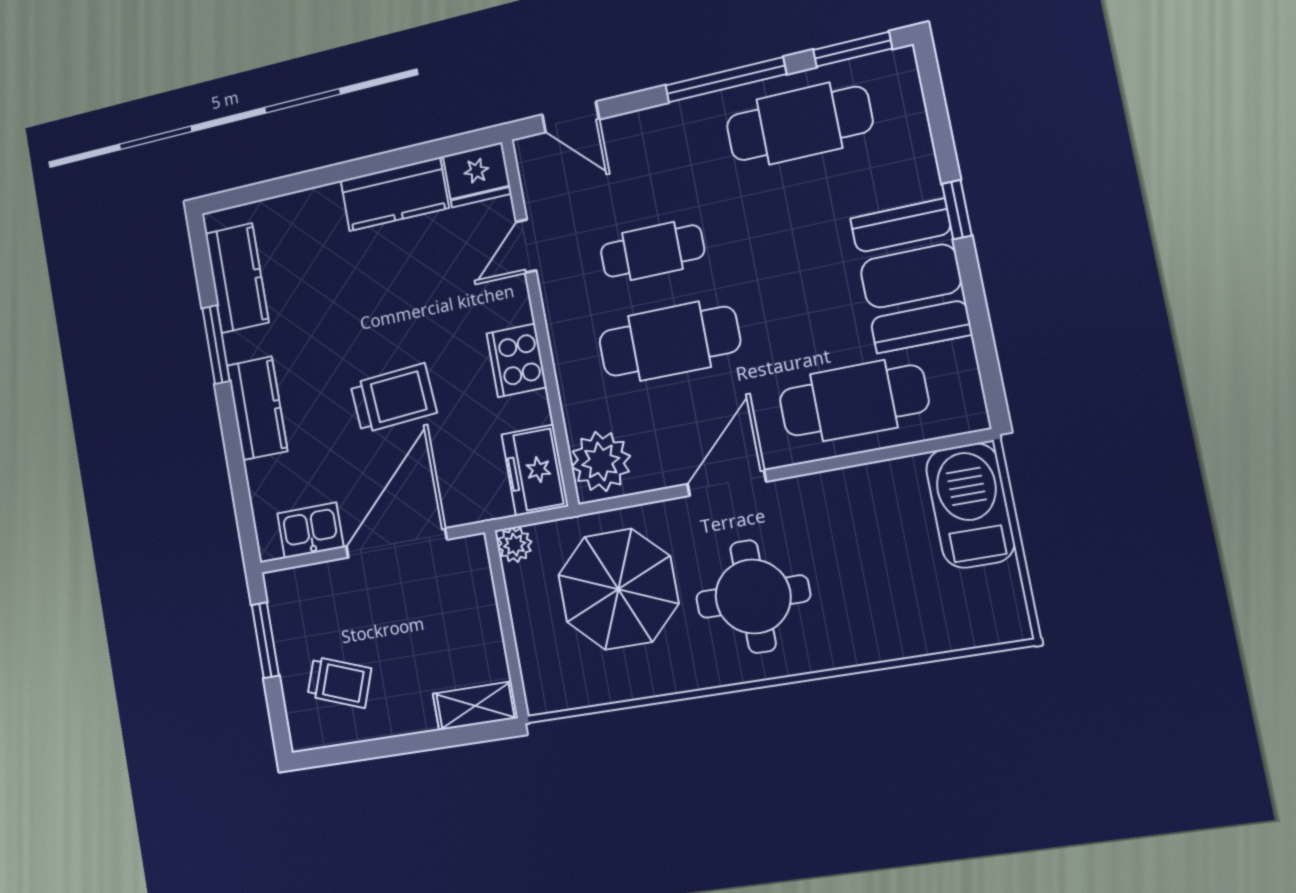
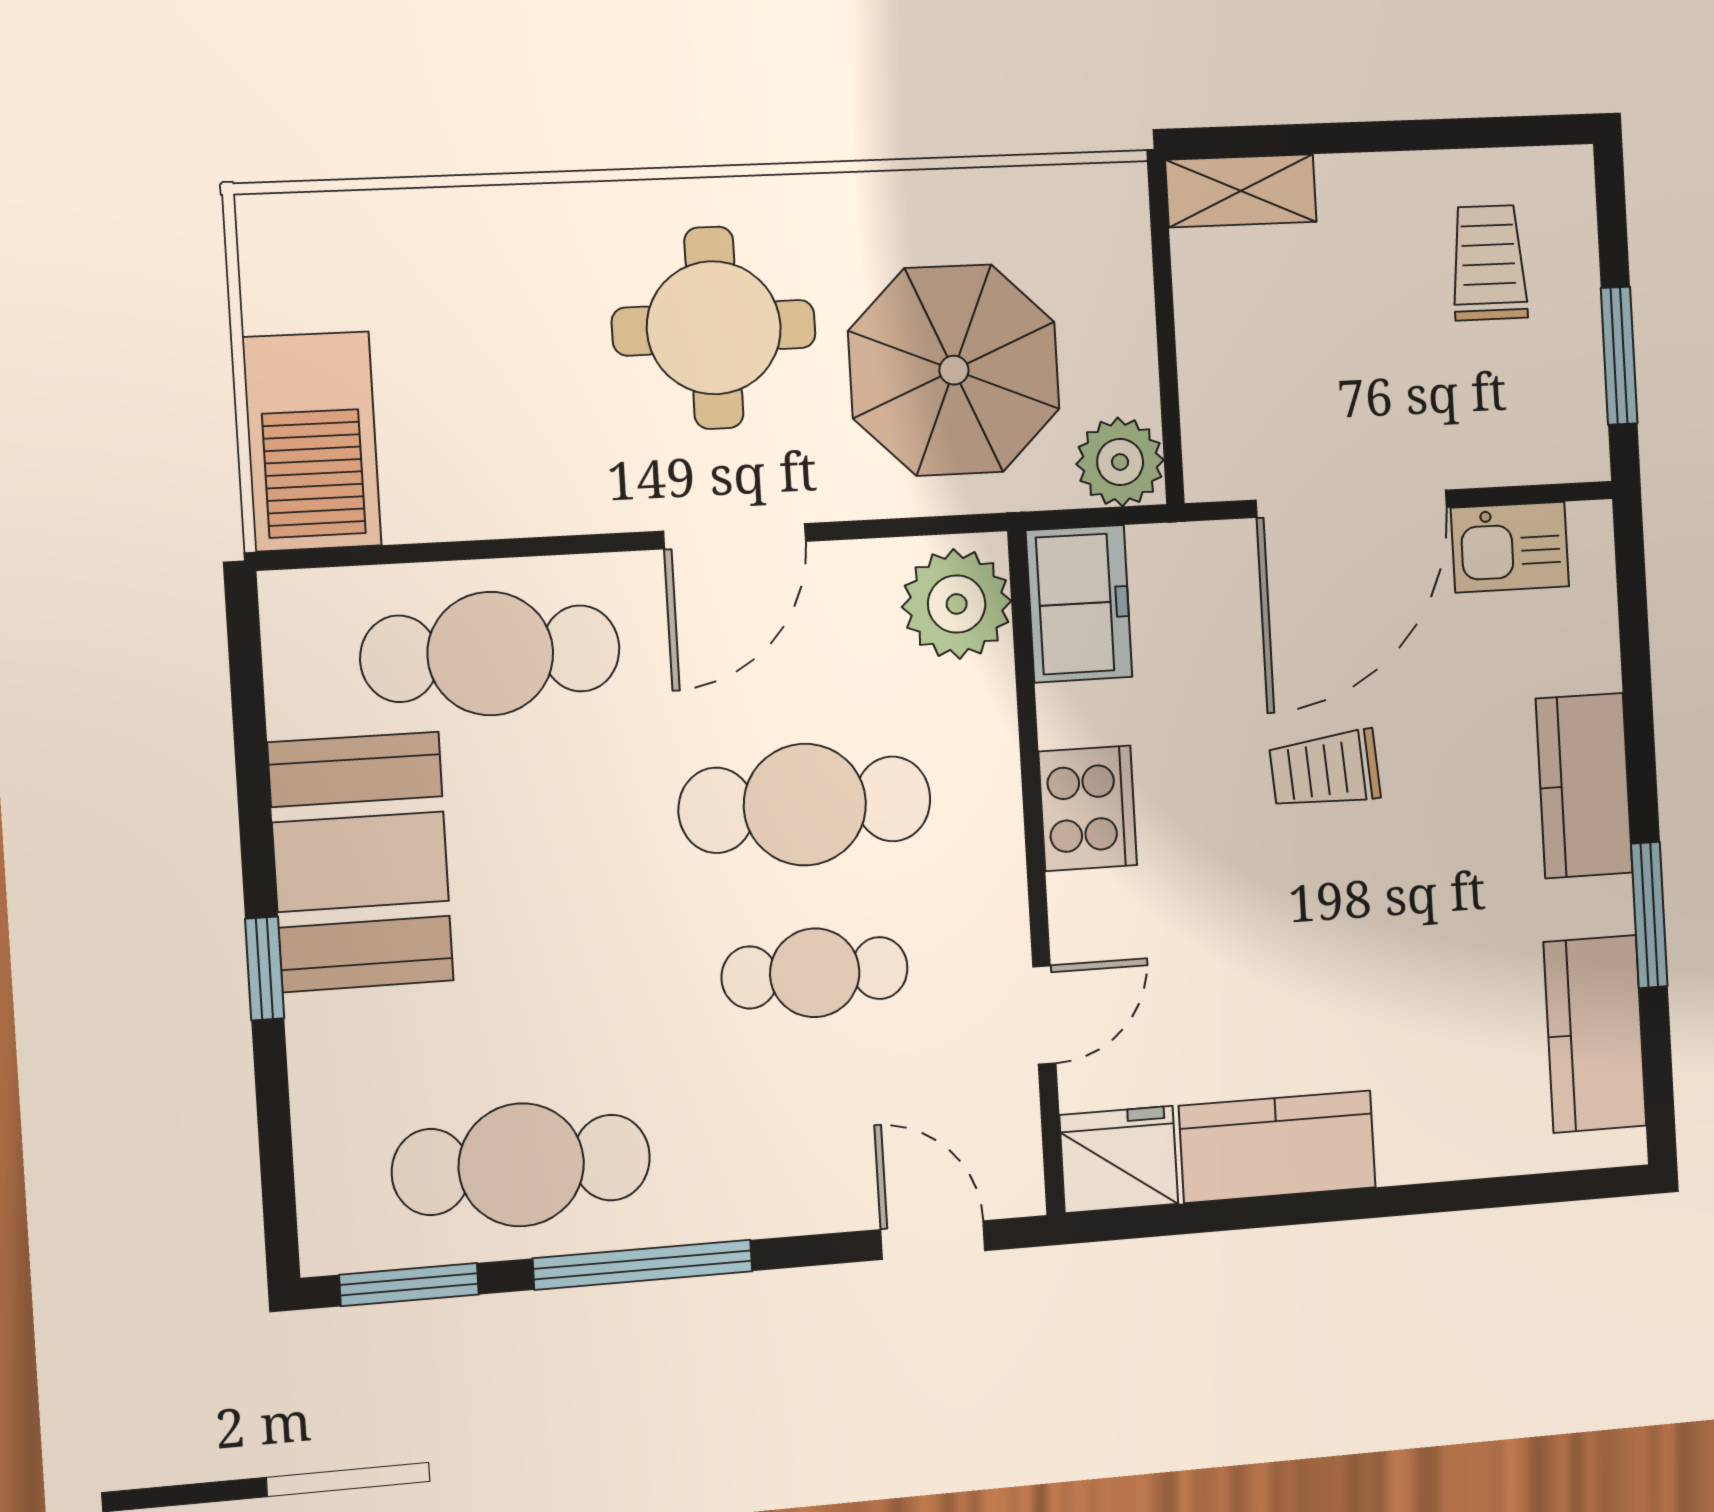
trolley: (393, 398) -> (1325, 770), width x0.73, depth x0.72
plant: (515, 545) -> (1120, 462), width x1.38, depth x1.38
trolley: (339, 682) -> (1489, 263), turned 70

